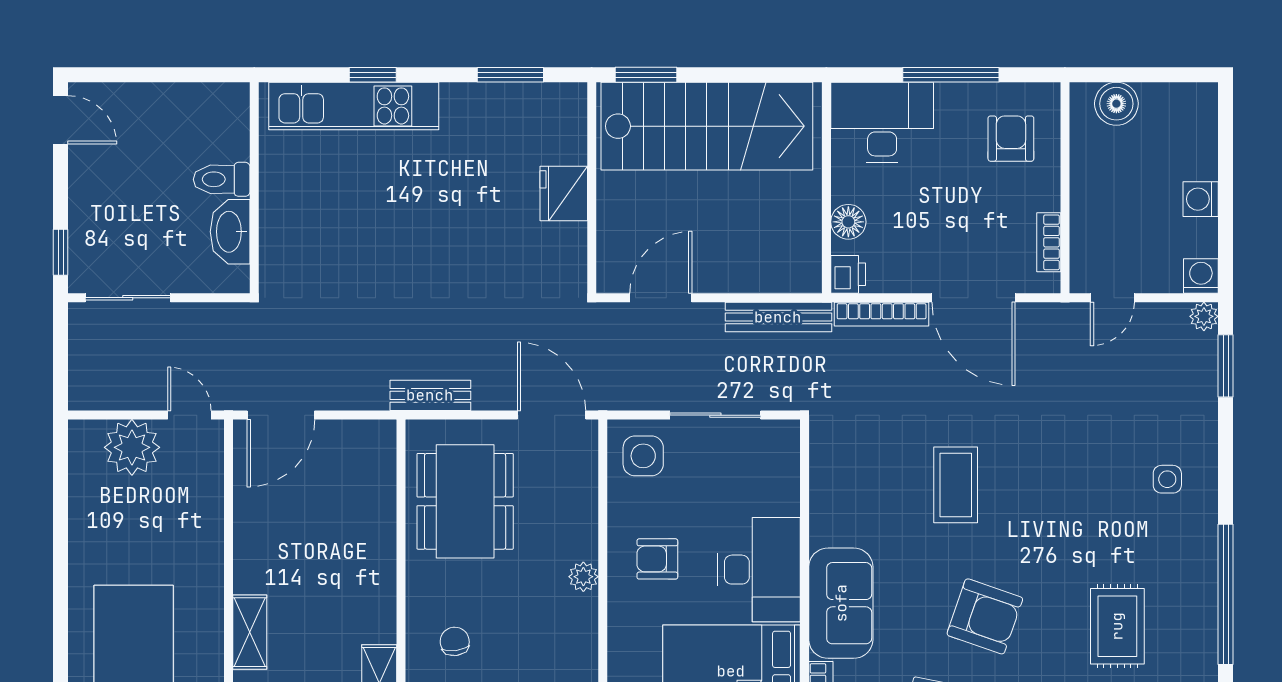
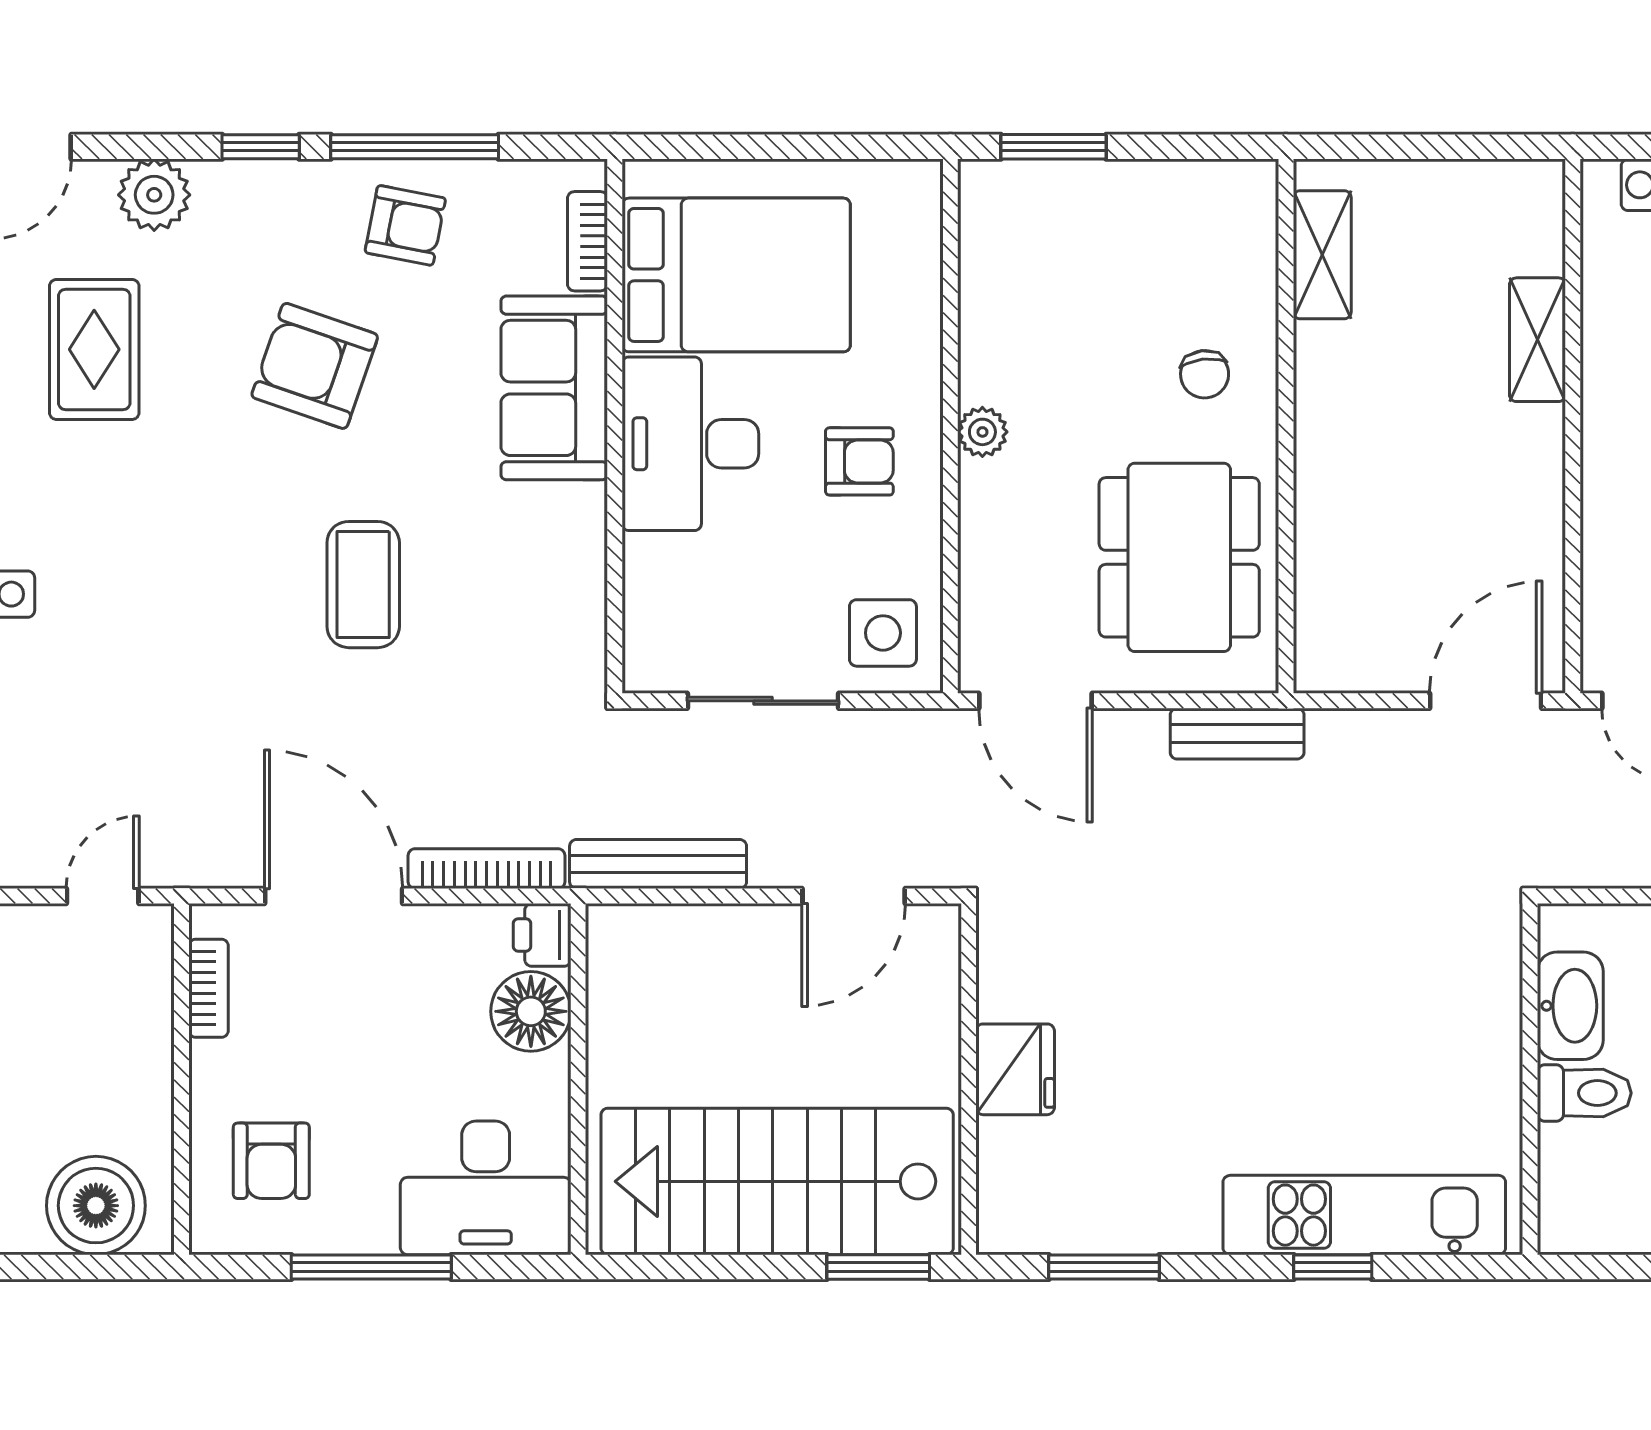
boiler: (1116, 104) -> (96, 1206), width x1.37, depth x1.37
floor lamp: (848, 222) -> (531, 1011), width x1.38, depth x1.38
chair: (455, 641) -> (1205, 374), moved

